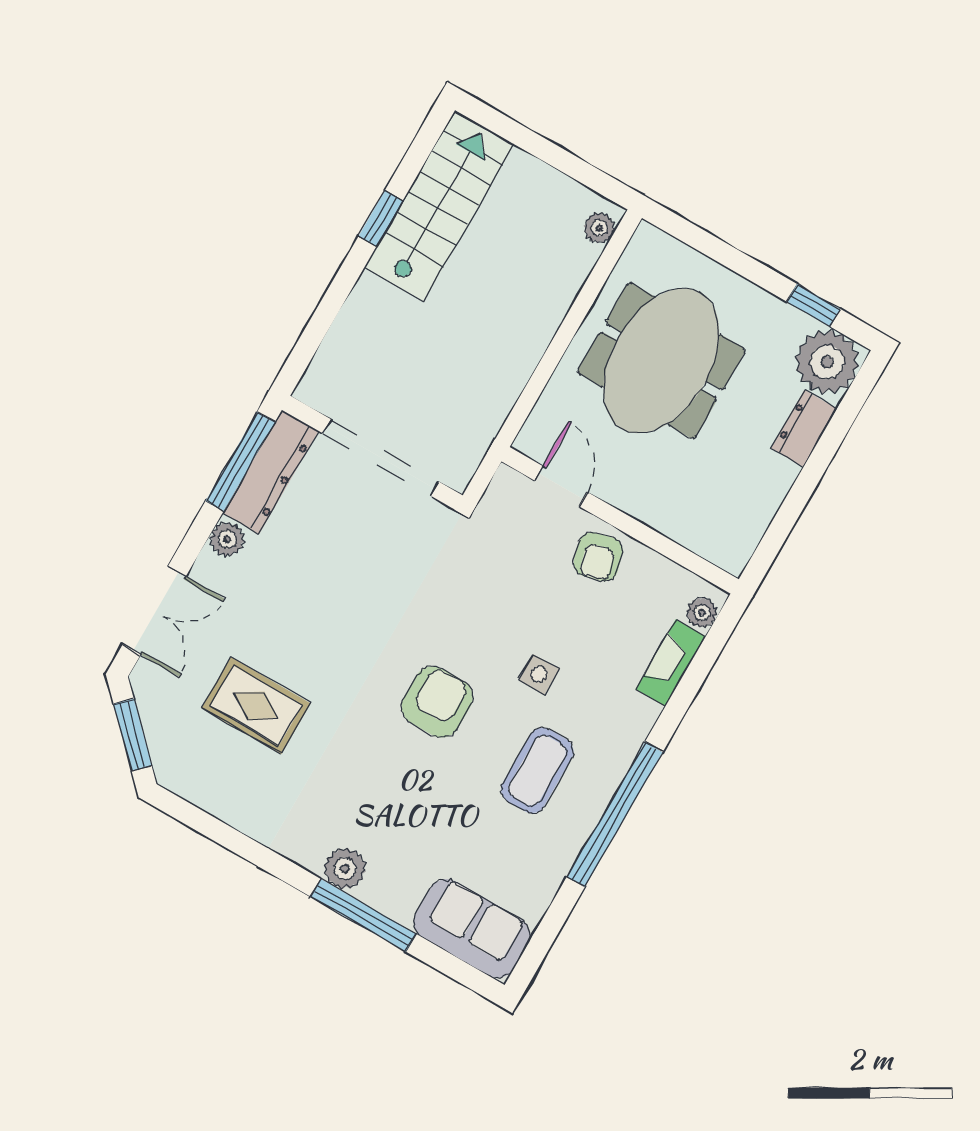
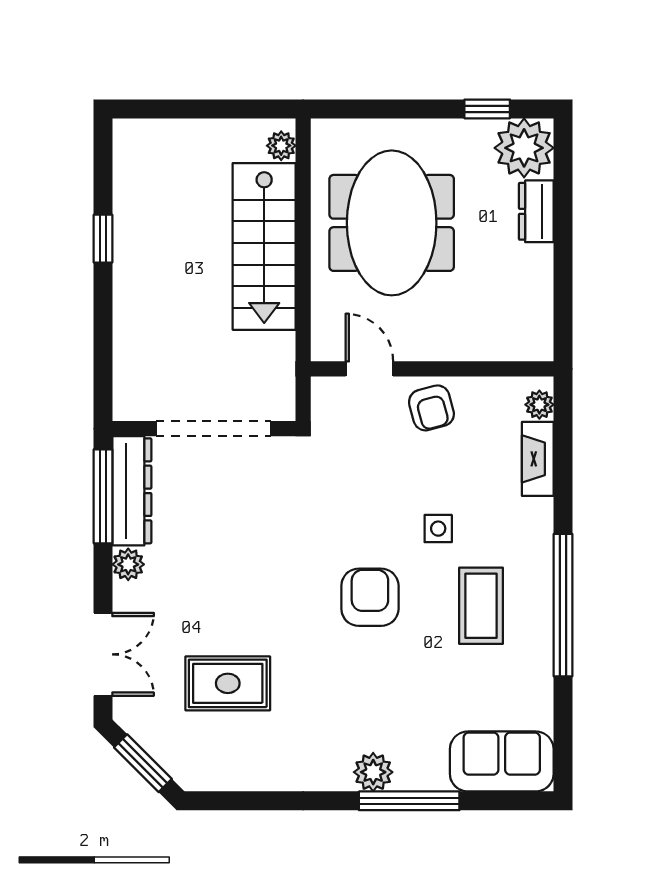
stairs: (439, 206) -> (264, 246), moved, turned 180

